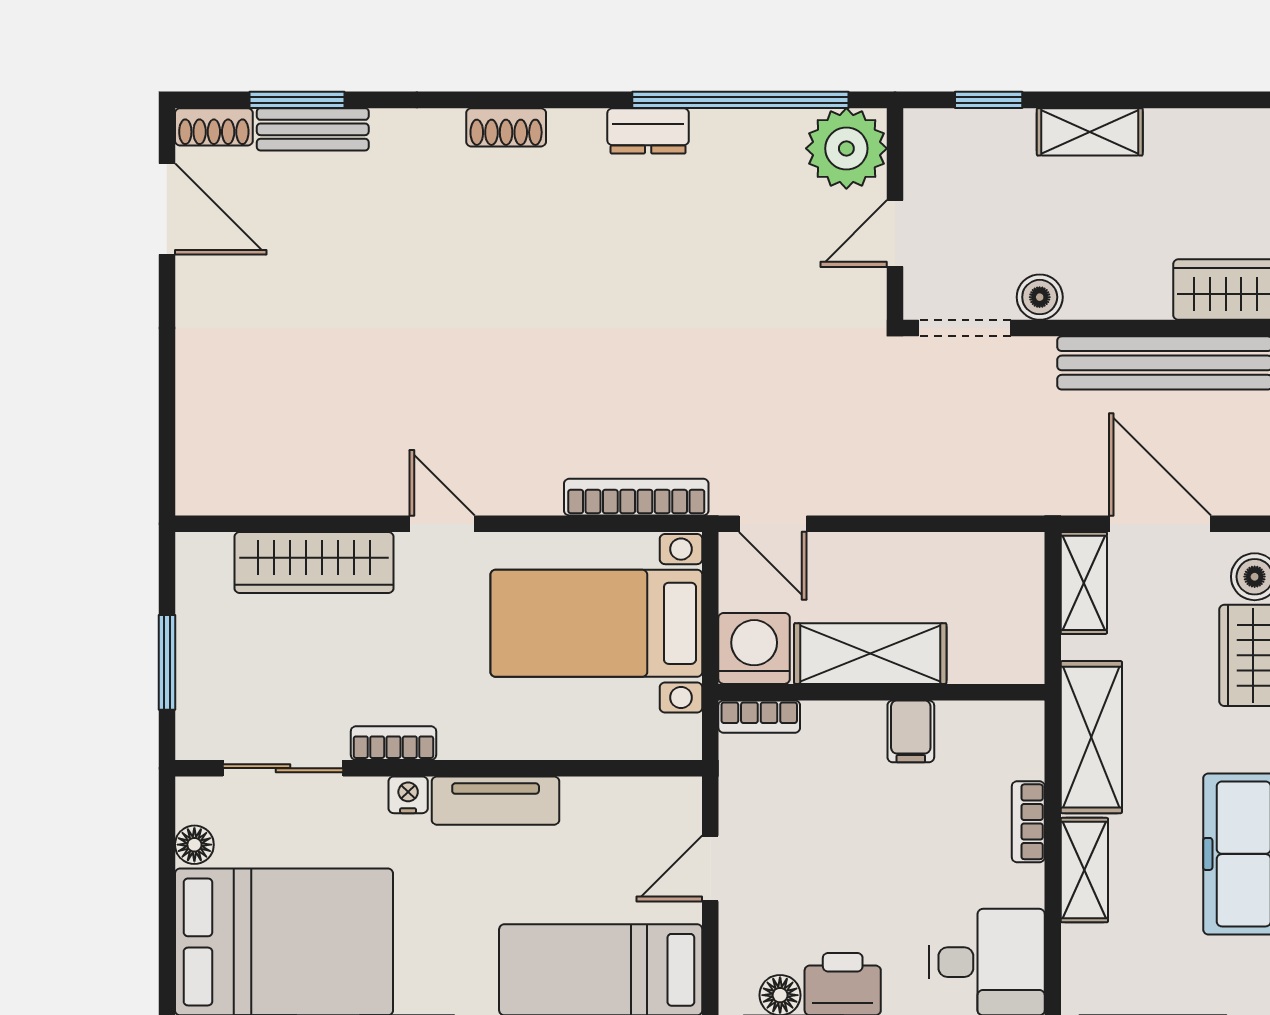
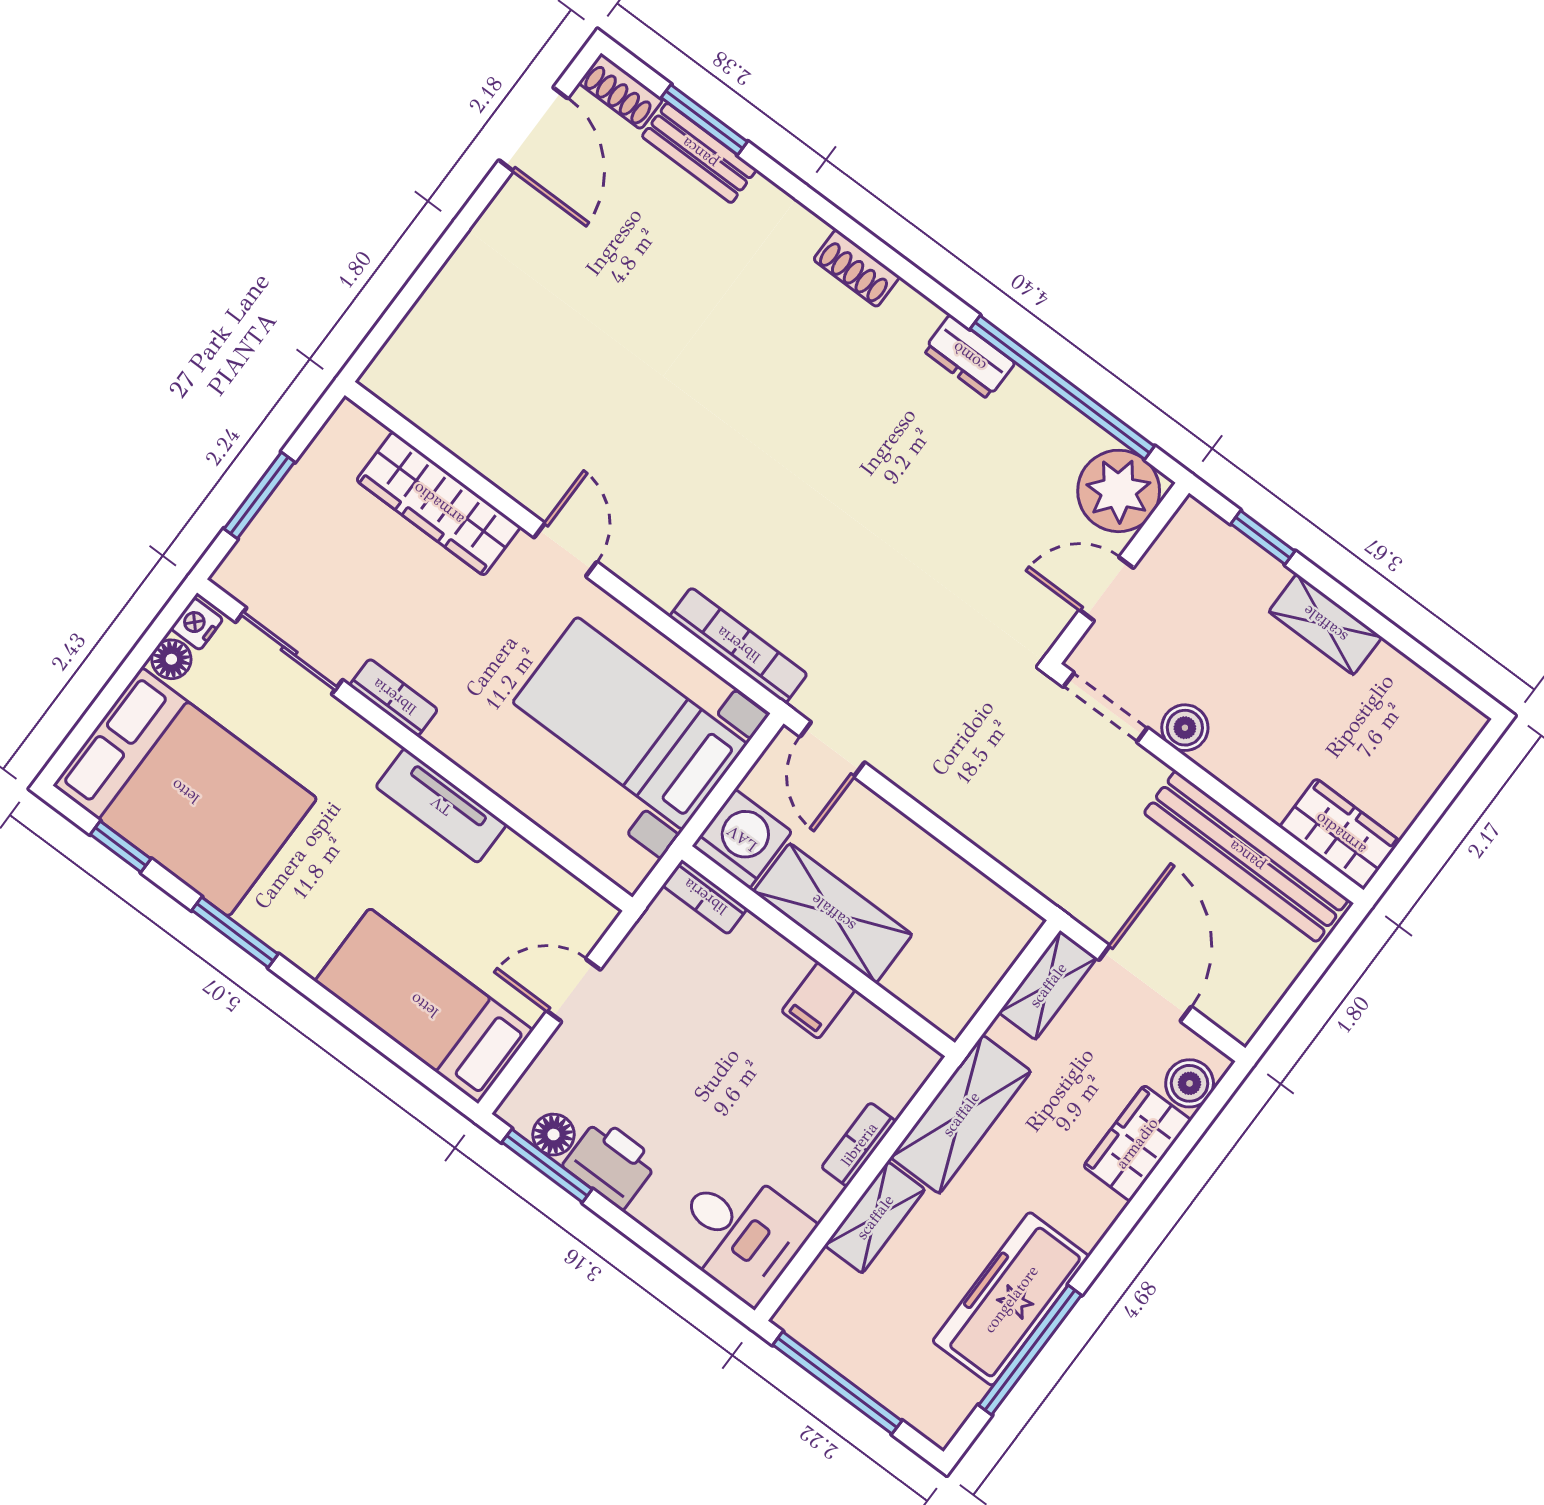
nightstand: (408, 795) -> (197, 624), moved, turned -90

